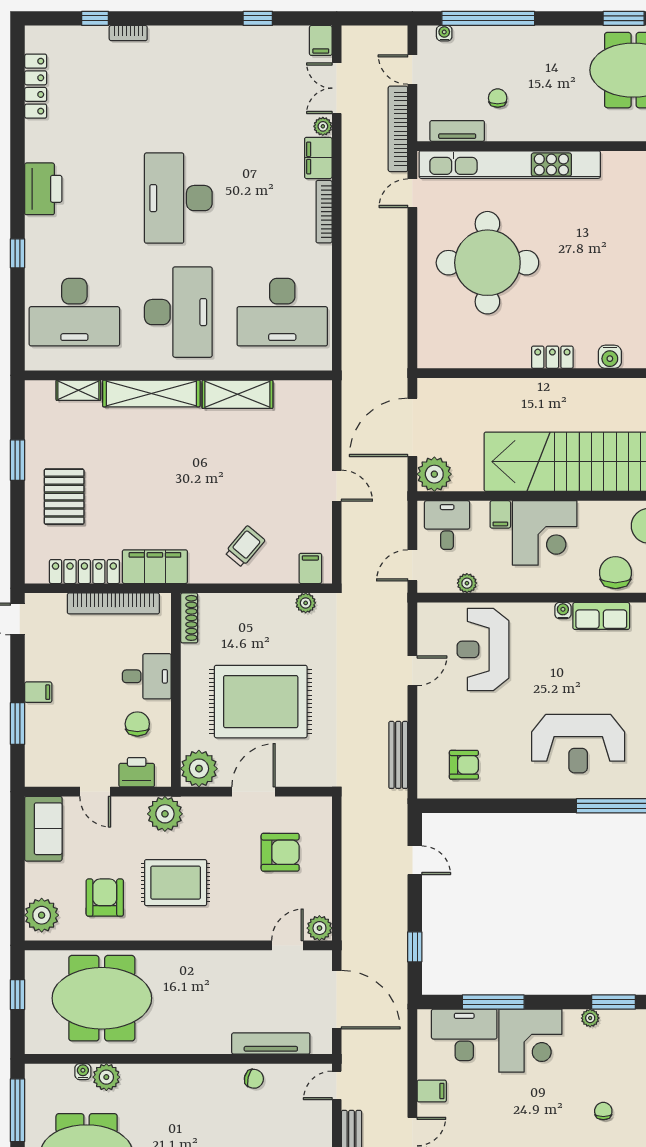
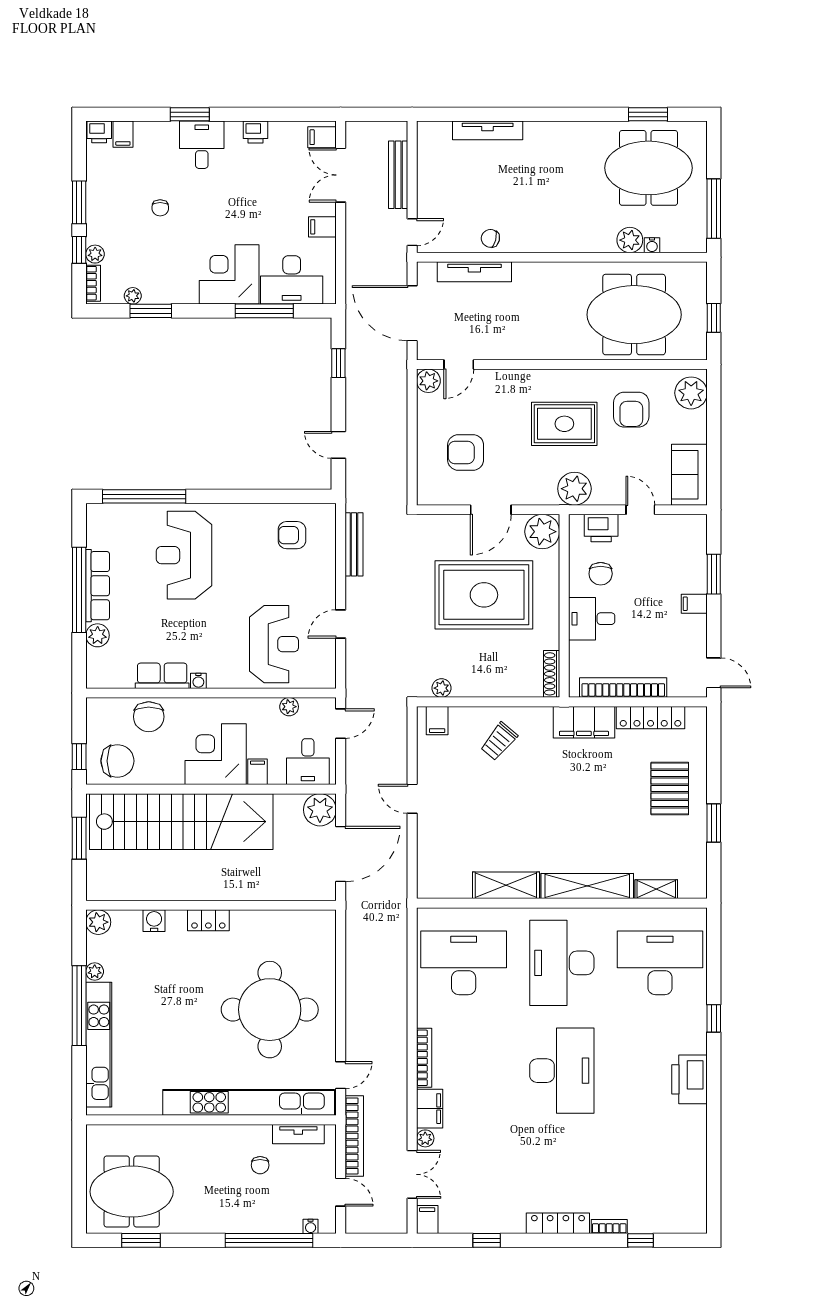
locker: (36, 86) -> (558, 1223), moved, turned 90
reception desk: (578, 744) -> (184, 555), turned -90
plant: (590, 1018) -> (133, 296), moved

